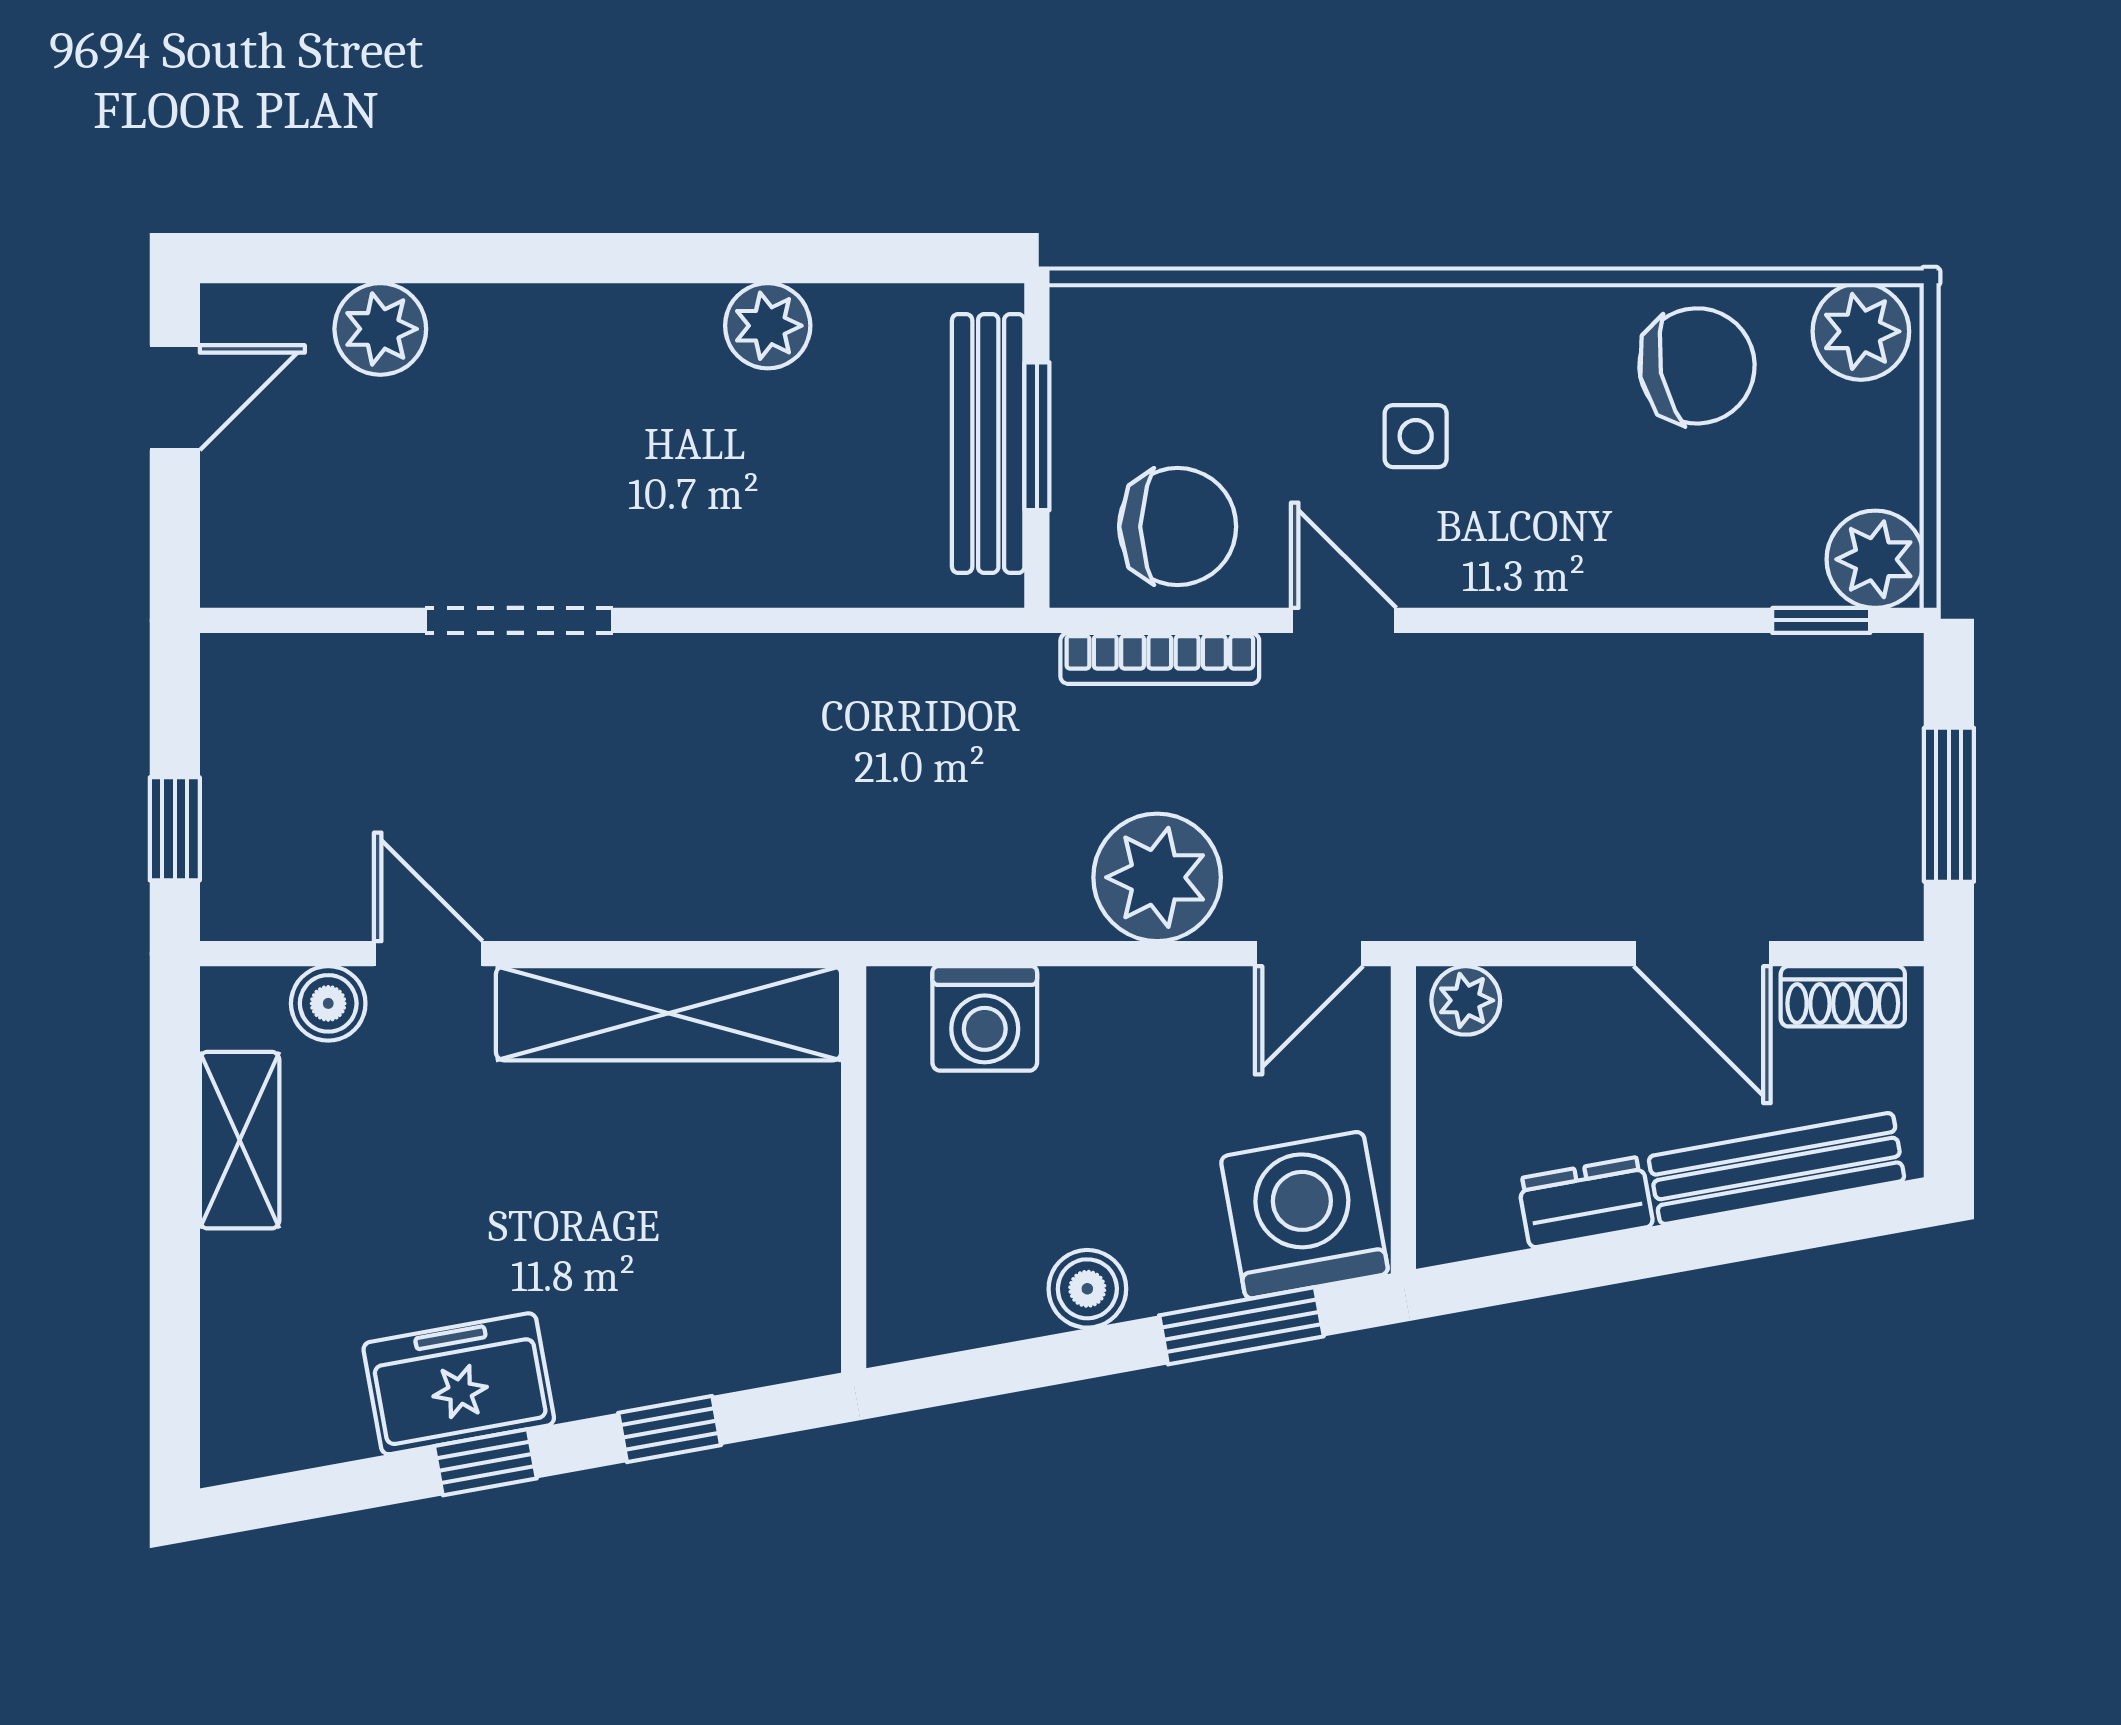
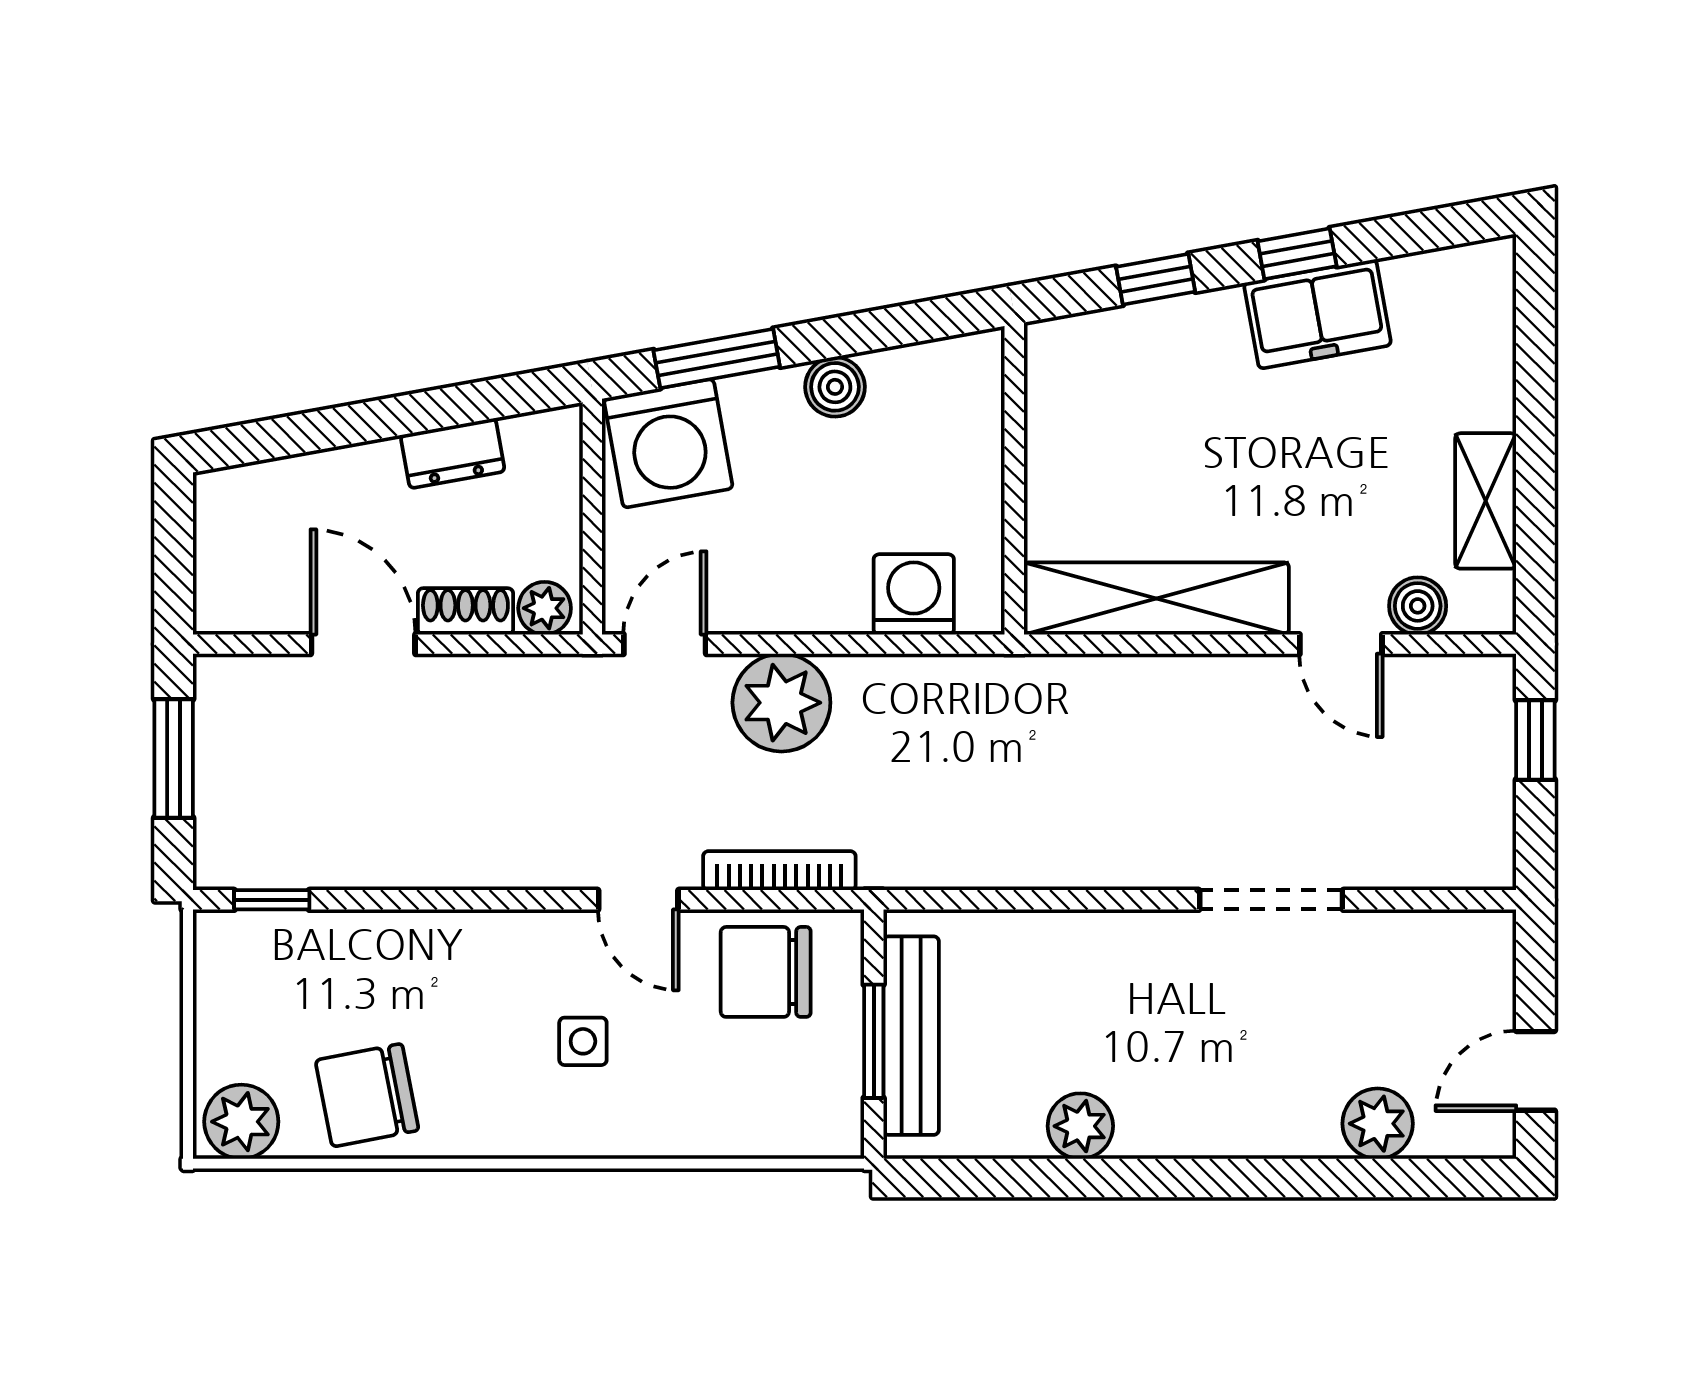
plant: (1875, 559) -> (230, 947), removed
shoe rack: (1843, 996) -> (465, 611), moved
bench: (1777, 1169) -> (306, 479), removed

